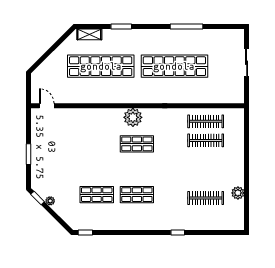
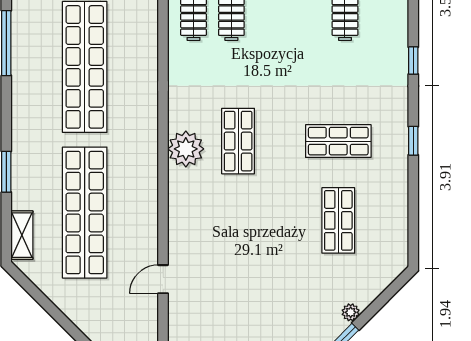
door: (47, 106) -> (163, 279), moved
shop shelf: (137, 195) -> (338, 141), turned 90
window: (85, 233) -> (413, 141), moved

